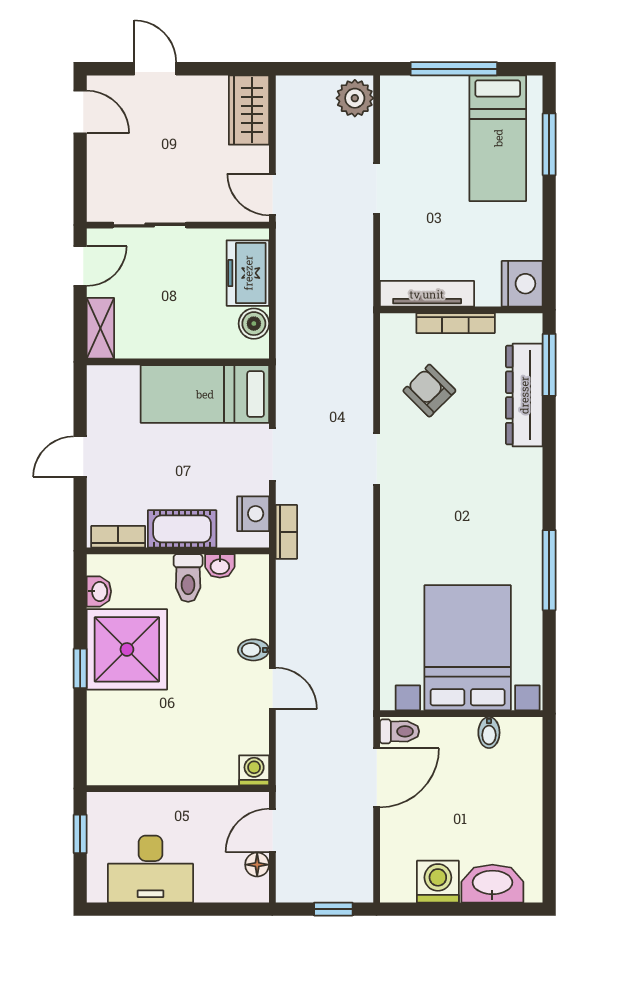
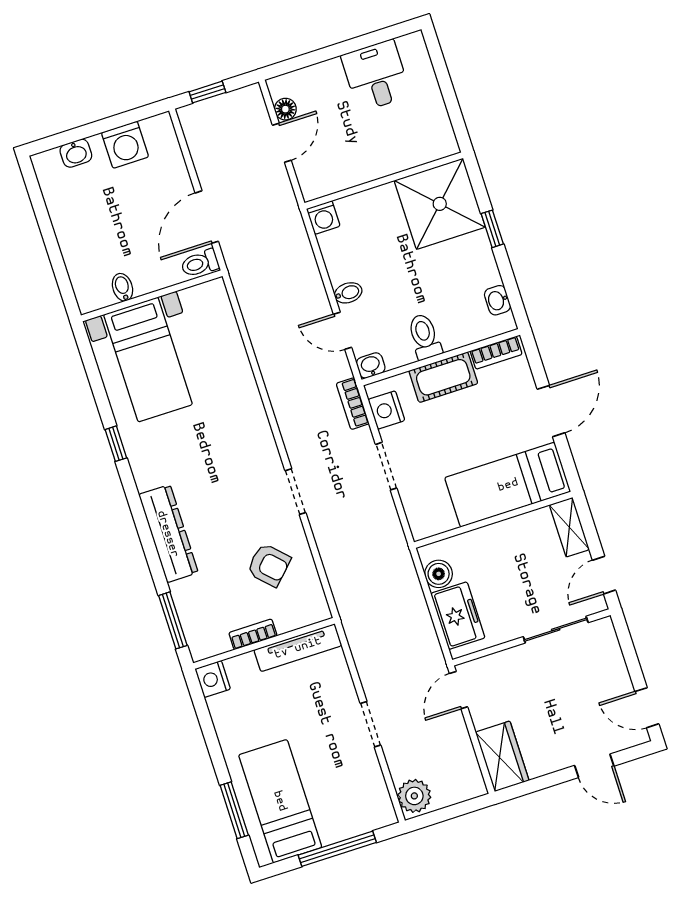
door: (272, 194) -> (459, 690), swing flipped
nightstand: (522, 284) -> (213, 679), width x0.74, depth x0.75
bookcase: (456, 323) -> (253, 634), width x0.64
bed: (205, 394) -> (508, 485), moved, turned 180
dresser: (524, 395) -> (168, 534), moved
door: (80, 457) -> (551, 411), width x1.38
washbasin: (220, 566) -> (371, 365), moved
window: (549, 570) -> (116, 444), width x0.46
bed with nightstands: (468, 648) -> (148, 360), width x0.73
shower: (127, 649) -> (440, 204), moved
door: (272, 688) -> (343, 331), moved
washing machine: (254, 770) -> (323, 217), moved
wall: (178, 789) -> (384, 181), moved
window: (80, 834) -> (446, 86), removed
desk: (150, 869) -> (376, 76), width x0.73
washbasin: (492, 884) -> (76, 153), width x0.52, depth x0.69

